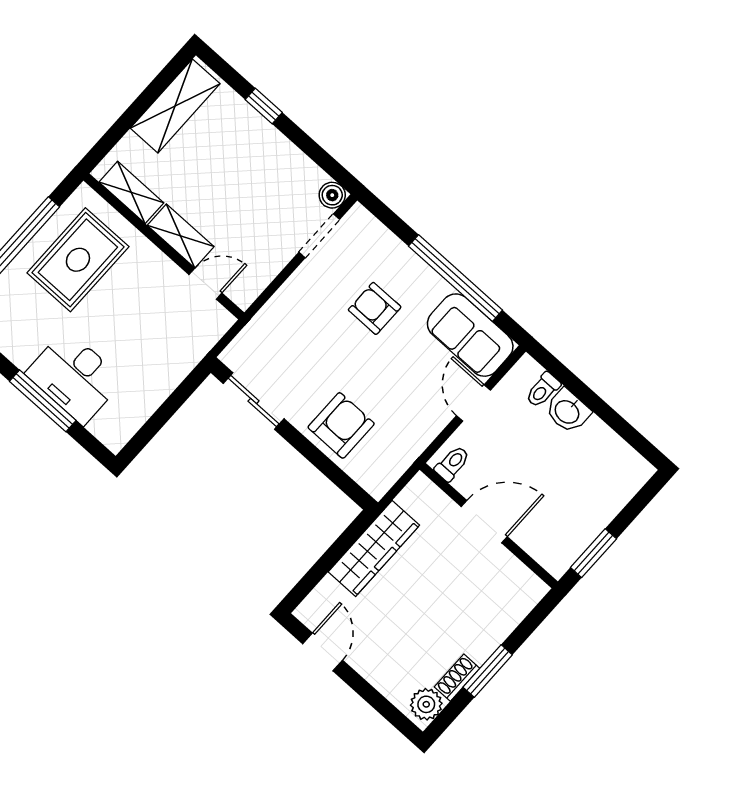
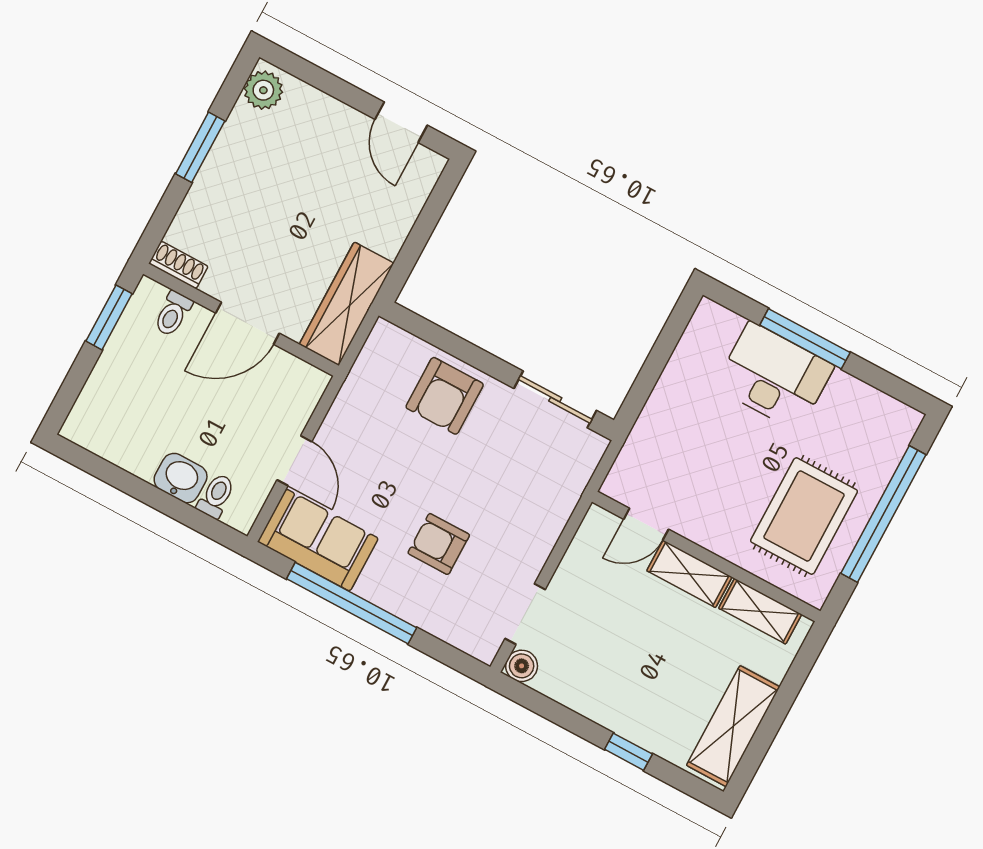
armchair: (375, 308) -> (439, 544), turned 180
toilet: (452, 463) -> (173, 314), moved
wardrobe: (374, 548) -> (347, 304), moved
shoe rack: (457, 678) -> (178, 265), moved, turned -90

